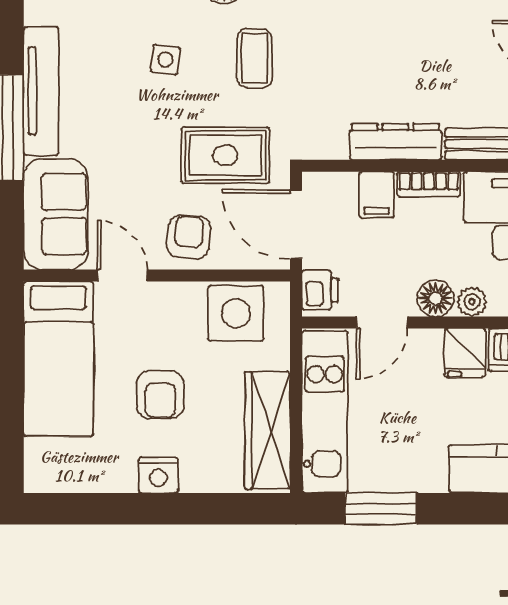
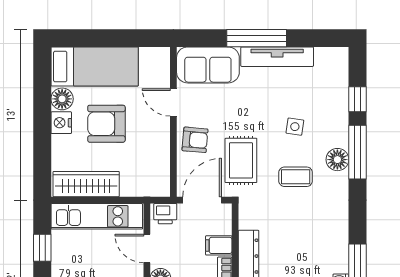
door: (122, 275) -> (173, 102), swing flipped
side table: (236, 313) -> (152, 166), removed
bed: (58, 359) -> (95, 66), moved, turned 180
armchair: (160, 395) -> (106, 124), width x1.38, depth x1.38
floor lamp: (116, 473) -> (62, 99), added
window: (381, 509) -> (42, 248), width x0.67

